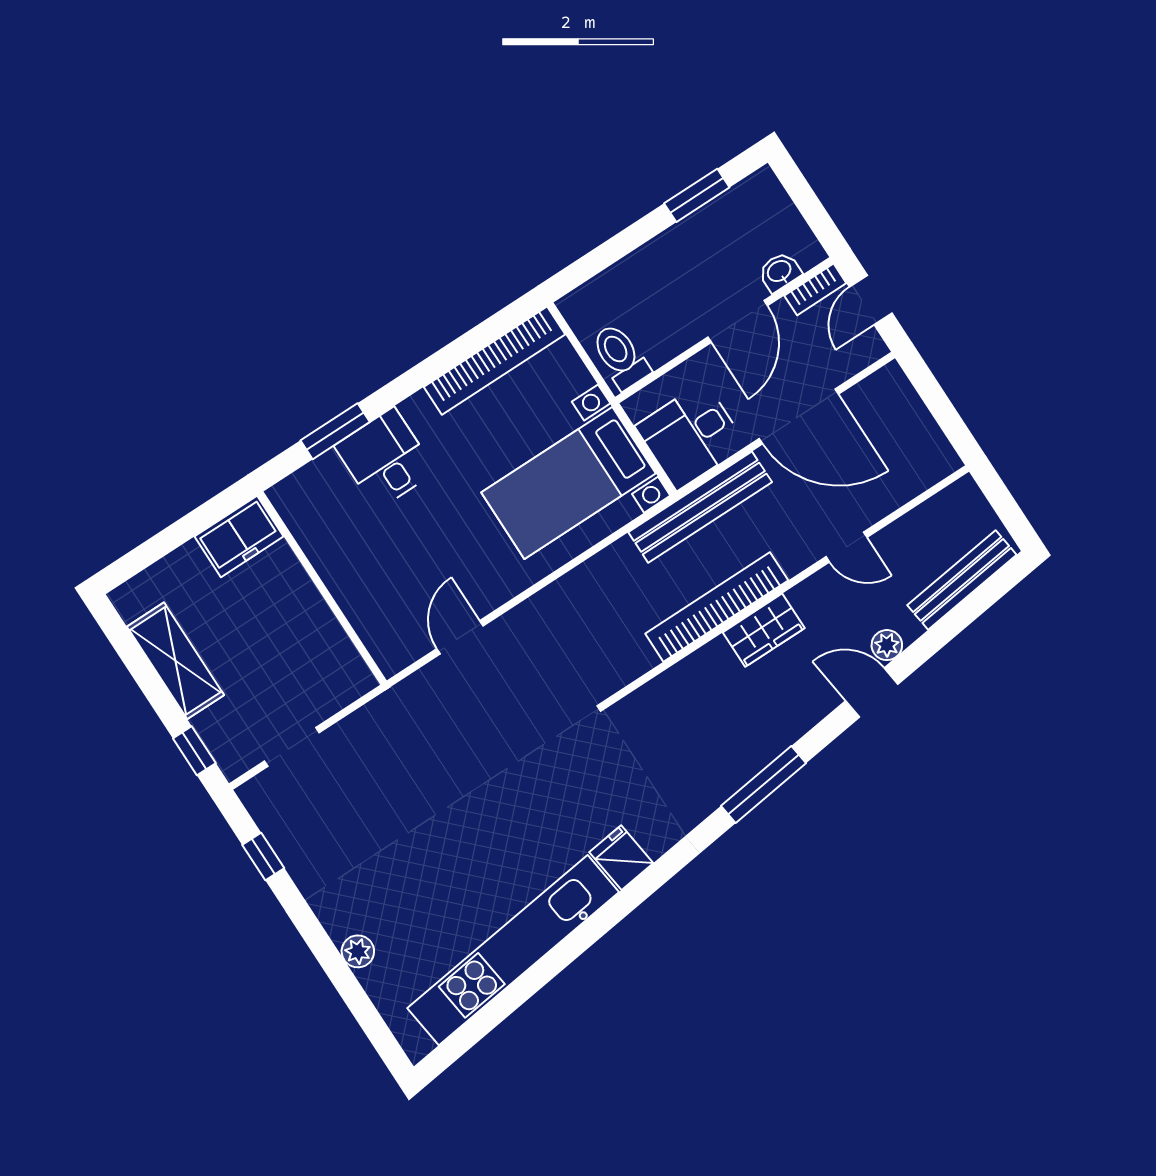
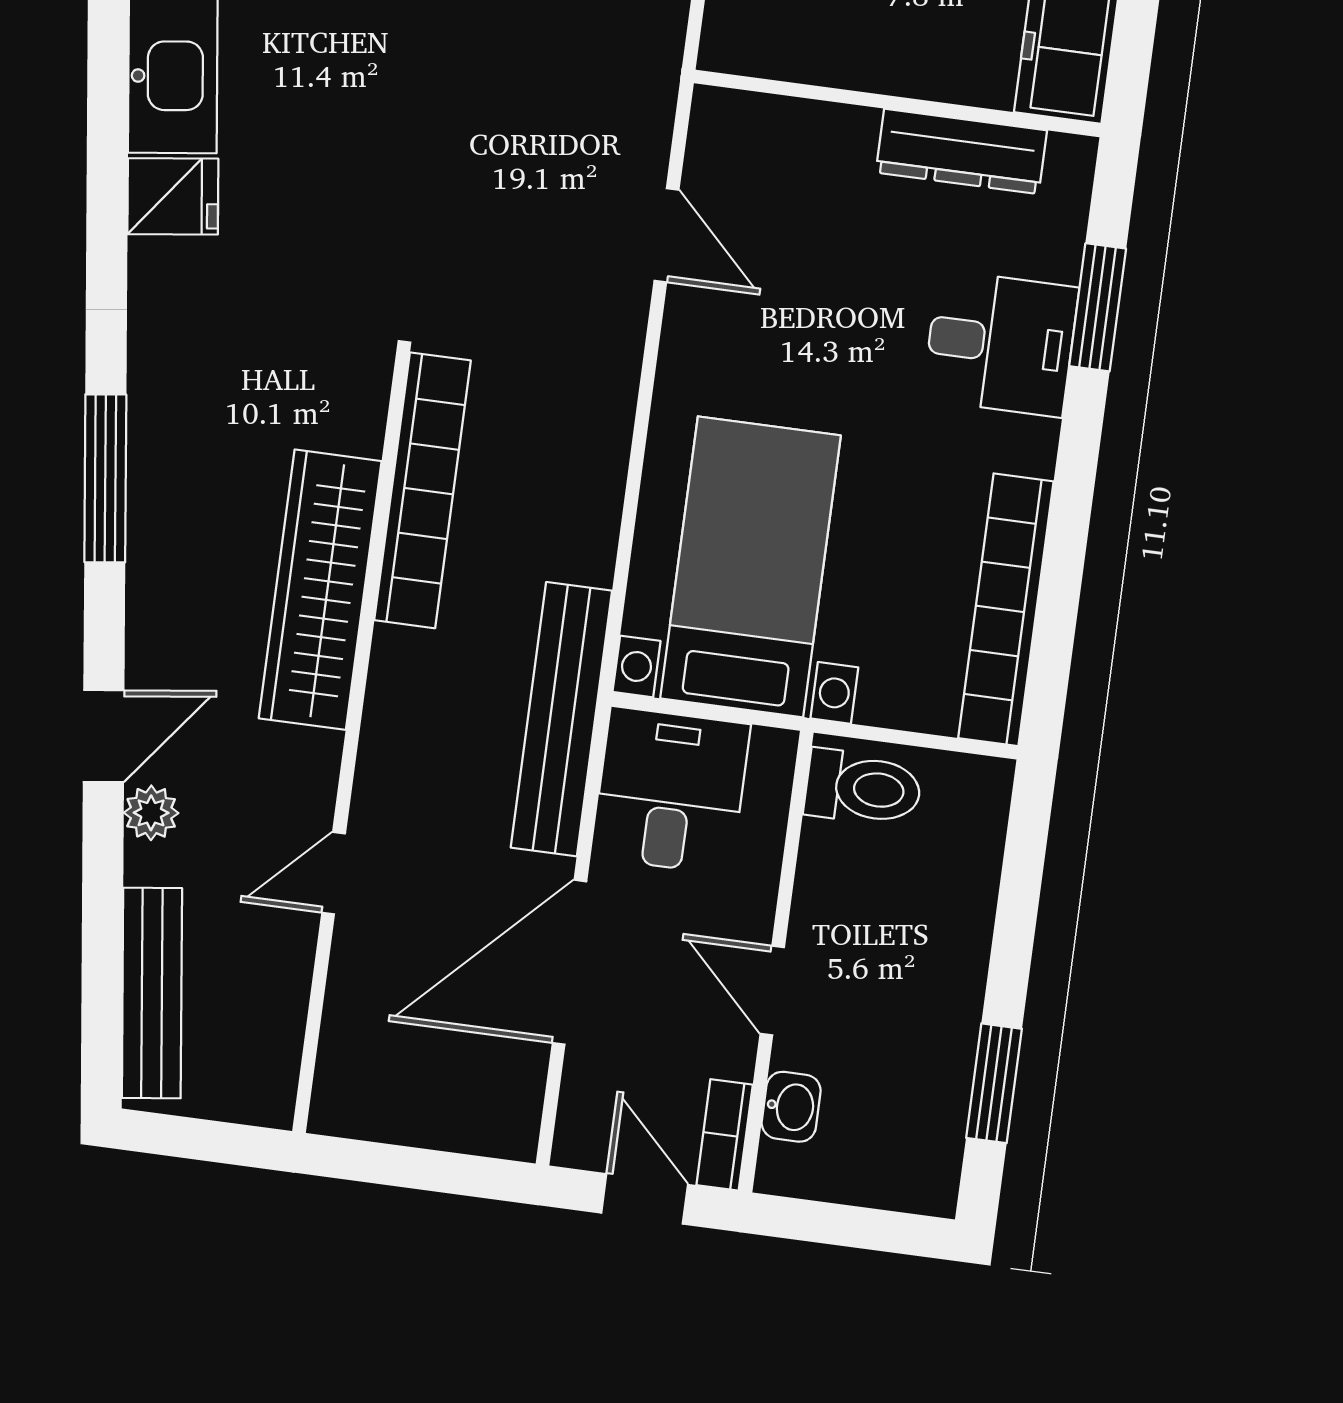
door: (738, 321) -> (772, 990), width x0.73
dresser: (319, 544) -> (961, 151), added
bookcase: (717, 607) -> (422, 490), moved
wardrobe: (764, 630) -> (320, 590), width x2.10, depth x1.17

